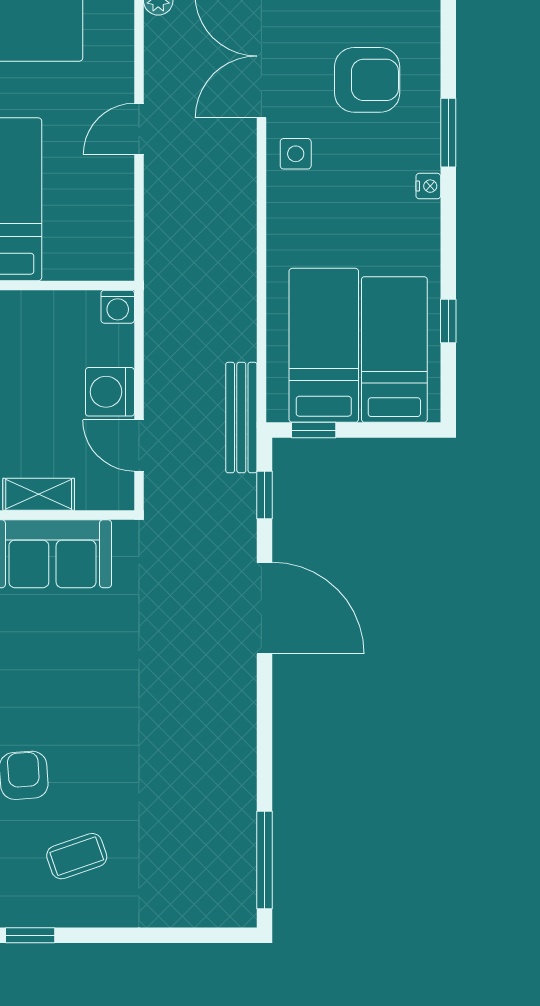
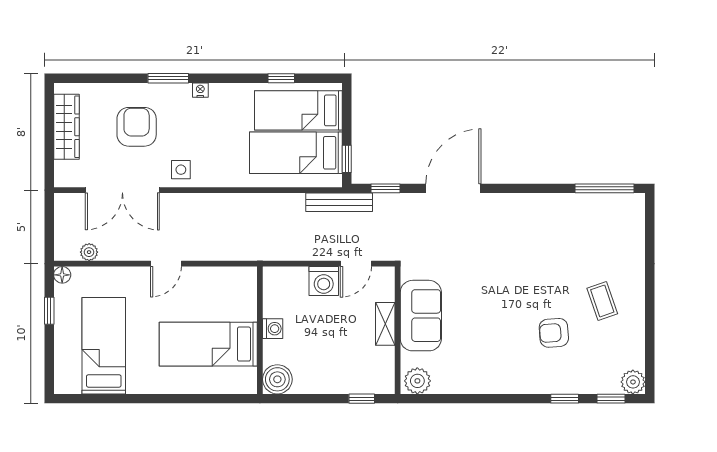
door: (139, 129) -> (166, 264), hinge flipped
washing machine: (118, 307) -> (273, 329), moved
window: (30, 935) -> (650, 329), removed

